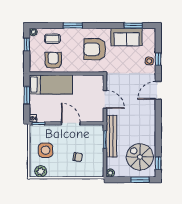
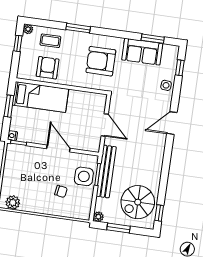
window: (158, 59) -> (180, 68), moved
side table: (46, 150) -> (84, 176), moved
spiral stairs: (140, 157) -> (138, 202), turned -90
window: (140, 180) -> (118, 228), moved

